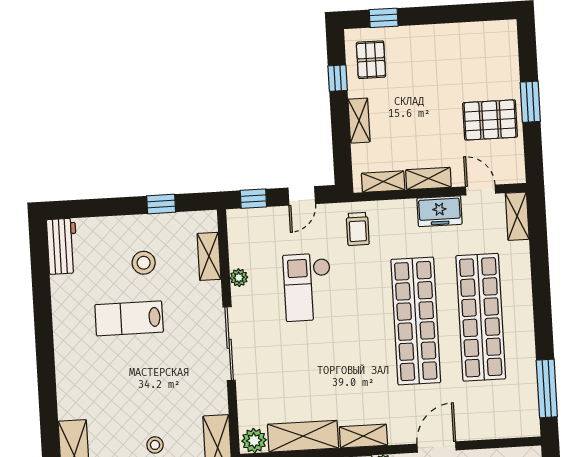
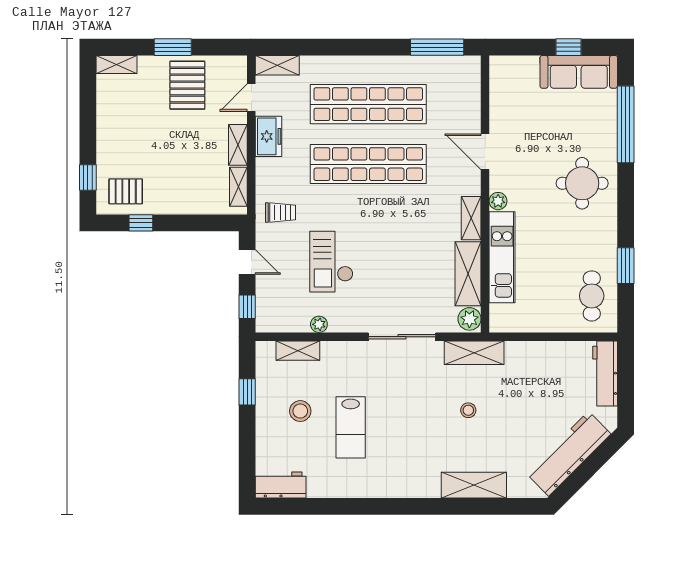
shelving: (359, 121) -> (116, 65), moved
checkout: (308, 287) -> (331, 262), turned 90
sliding door: (229, 344) -> (402, 337), moved

